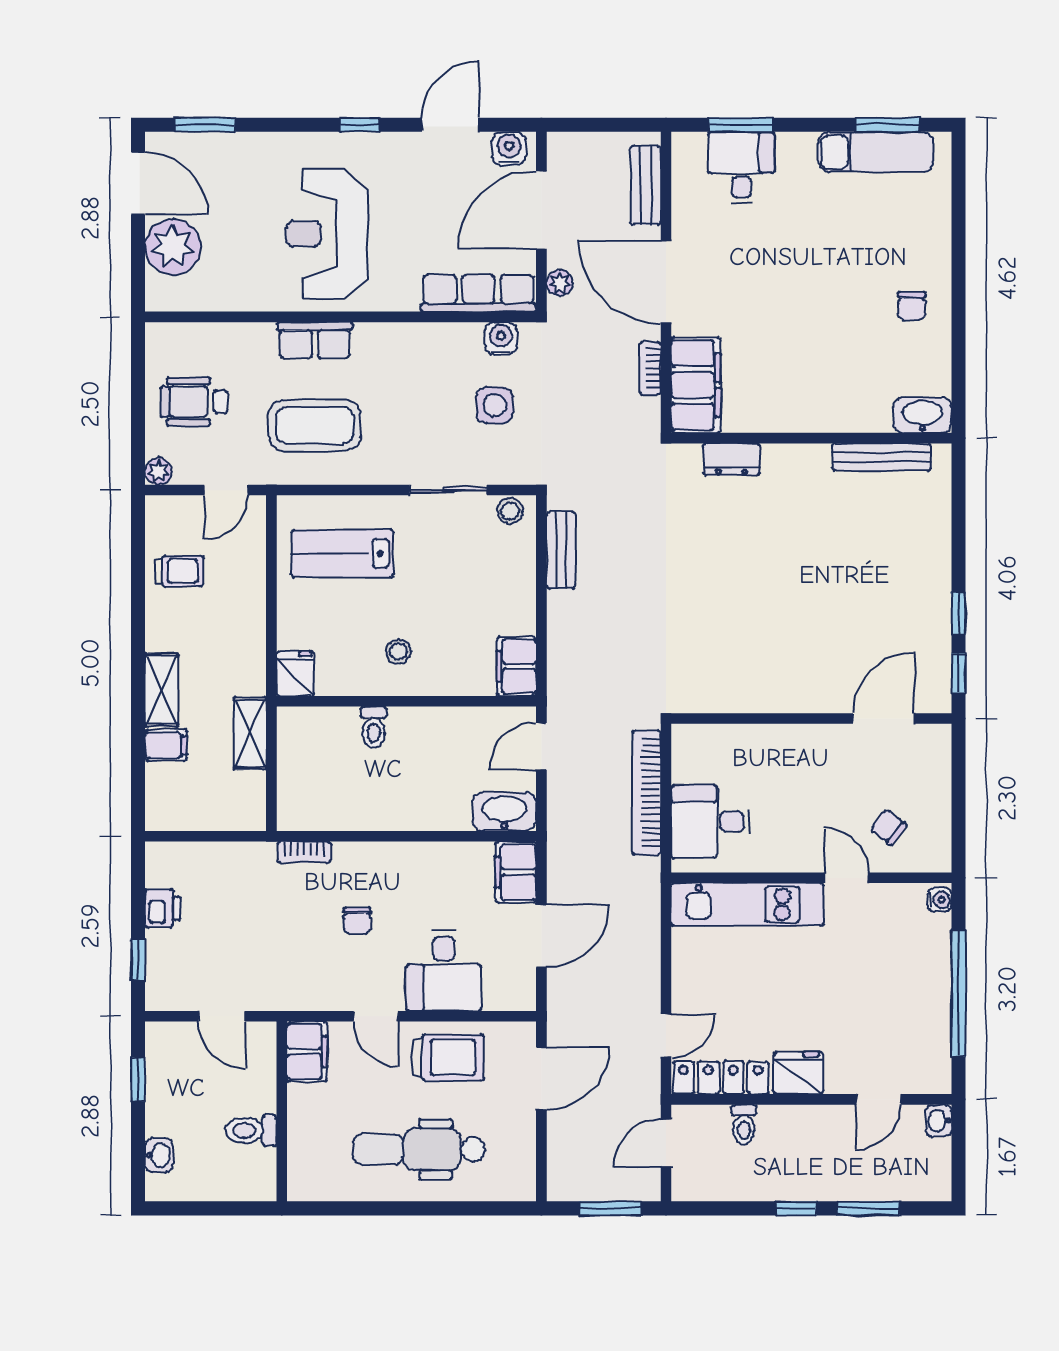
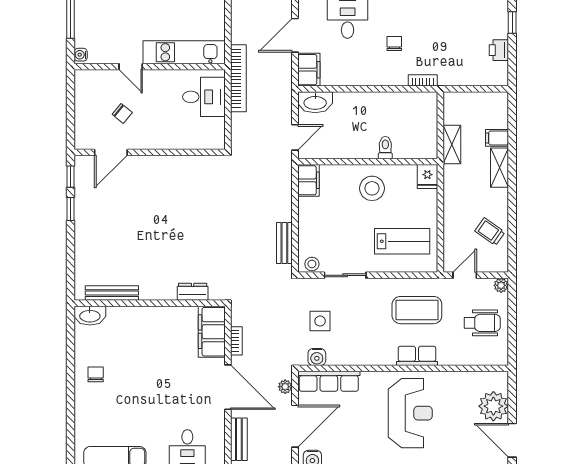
trolley: (179, 571) -> (490, 232), turned 35
stool: (398, 652) -> (372, 188), width x1.89, depth x1.89
bookcase: (647, 793) -> (238, 78), moved
chair: (889, 827) -> (122, 113), moved

